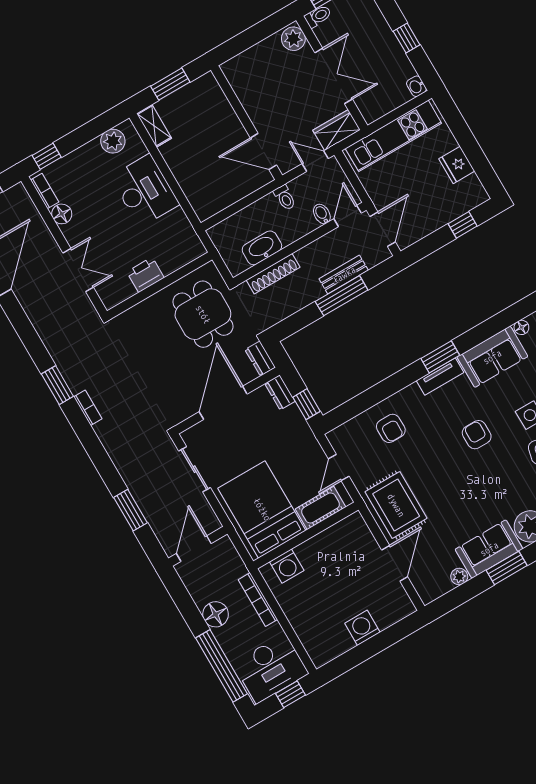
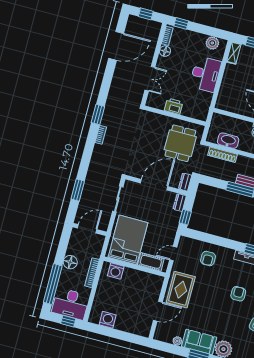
washing machine: (362, 628) -> (108, 320), moved

